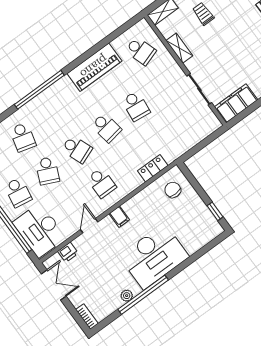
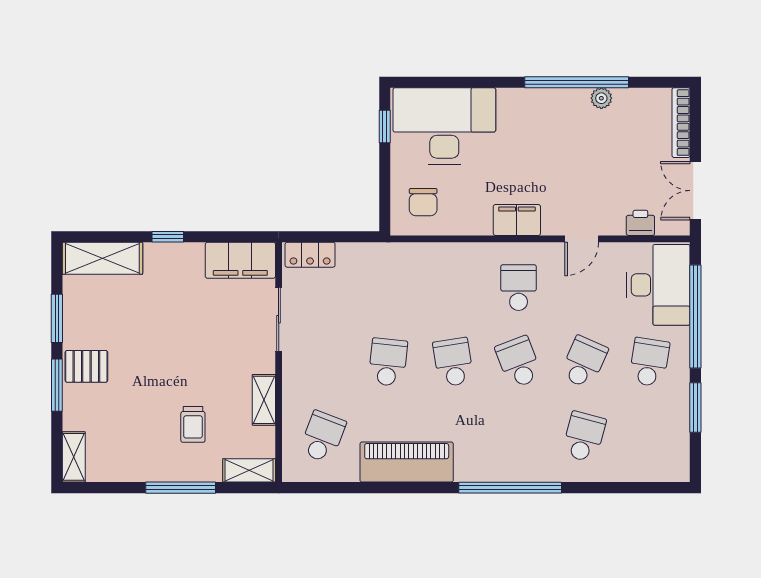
school desk: (141, 51) -> (323, 437), turned 39
locker: (153, 168) -> (310, 255), moved
filing cabinet: (119, 217) -> (517, 220), width x2.00
desk: (154, 256) -> (444, 126), moved
bookcase: (87, 317) -> (681, 123), width x1.56

